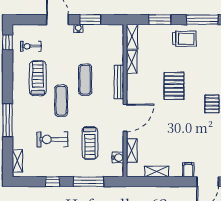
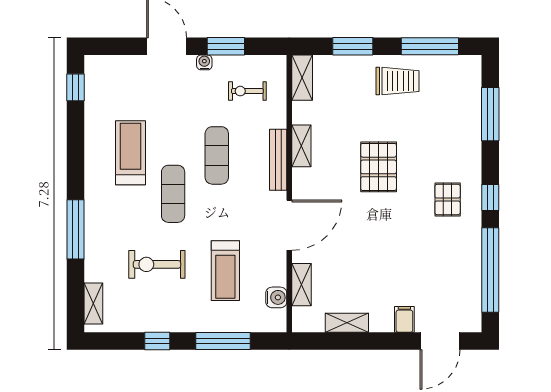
exercise bike: (31, 46) -> (247, 91), moved
shelving: (132, 62) -> (301, 146), moved

